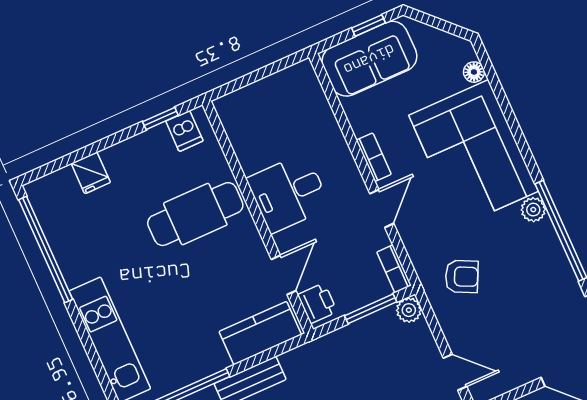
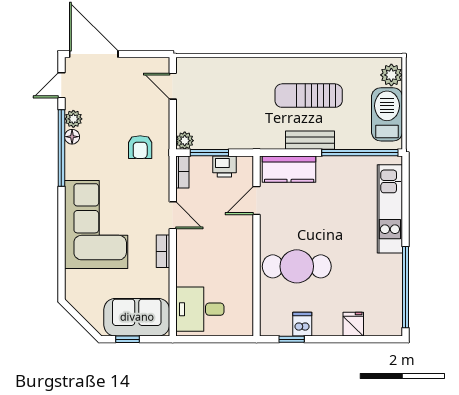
floor lamp: (474, 72) -> (72, 137), moved
dishwasher: (184, 131) -> (302, 324), moved
desk: (288, 193) -> (200, 309), moved, turned 180
door: (382, 208) -> (173, 215), swing flipped
plant: (533, 210) -> (73, 119), moved
armchair: (462, 277) -> (140, 147), turned -116
printer: (317, 303) -> (224, 166), moved, turned -90

